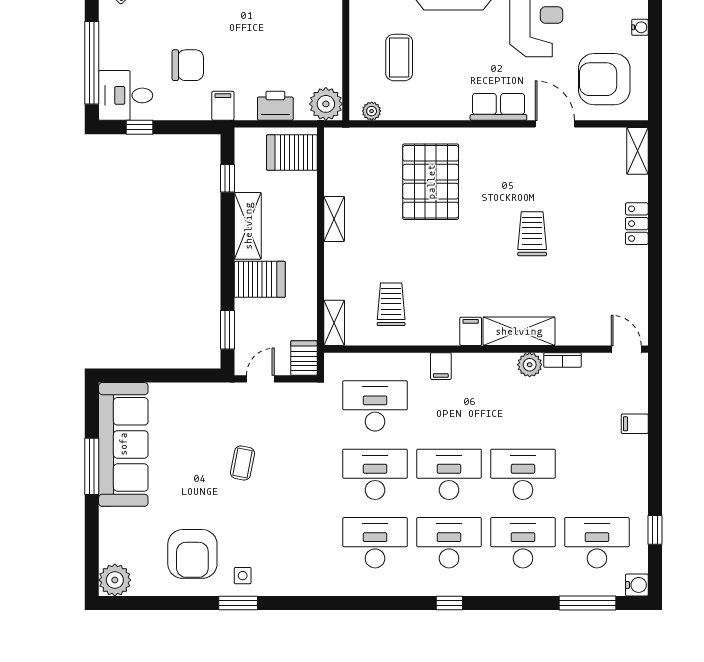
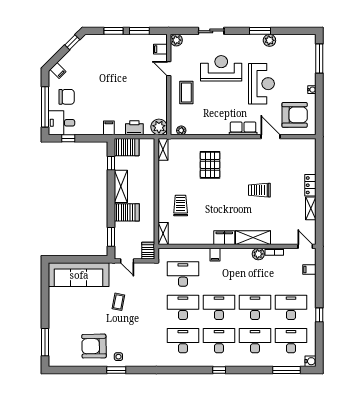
coffee table: (399, 58) -> (186, 93), moved
chair: (188, 65) -> (67, 97), moved
armchair: (604, 79) -> (295, 115), turned 180
shelving: (637, 151) -> (311, 208), moved
server rack: (292, 152) -> (127, 147), moved, turned 180
pallet: (431, 182) -> (210, 165), width x0.73, depth x0.71
shelving: (334, 219) -> (163, 149), moved
trolley: (532, 234) -> (259, 190), turned -90
trolley: (391, 304) -> (181, 206), moved
filing cabinet: (471, 331) -> (224, 238), width x2.00
door: (260, 379) -> (127, 261), swing flipped
filing cabinet: (635, 424) -> (309, 270), moved
sofa: (123, 444) -> (79, 275), moved, turned 90
window: (92, 466) -> (45, 342), moved
desk: (597, 474) -> (291, 307), added
window: (655, 530) -> (319, 315), moved
armchair: (192, 554) -> (94, 346), turned 89
plant: (115, 580) -> (56, 359), removed

